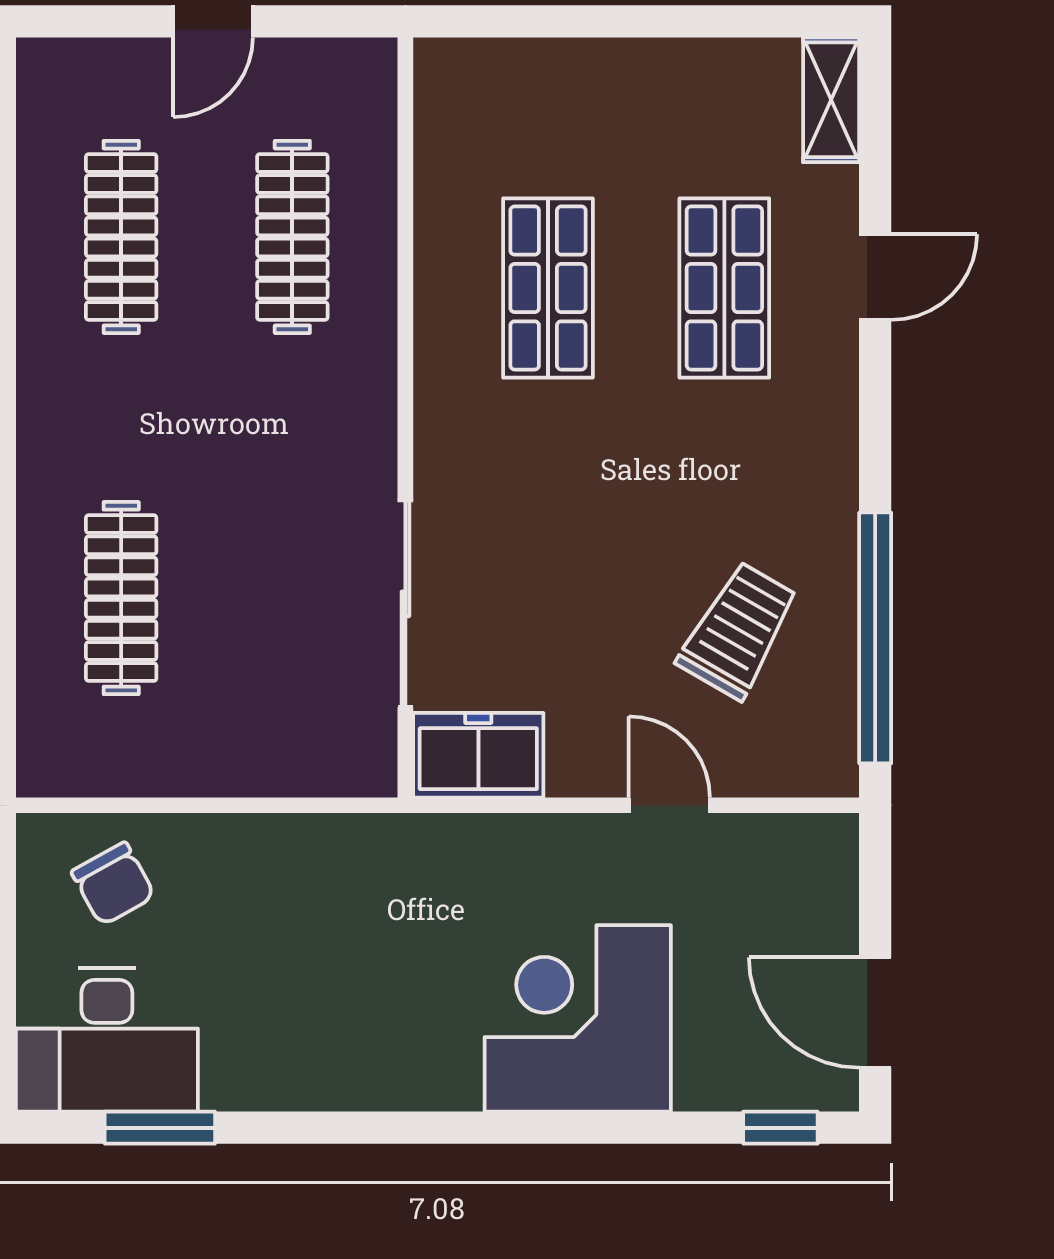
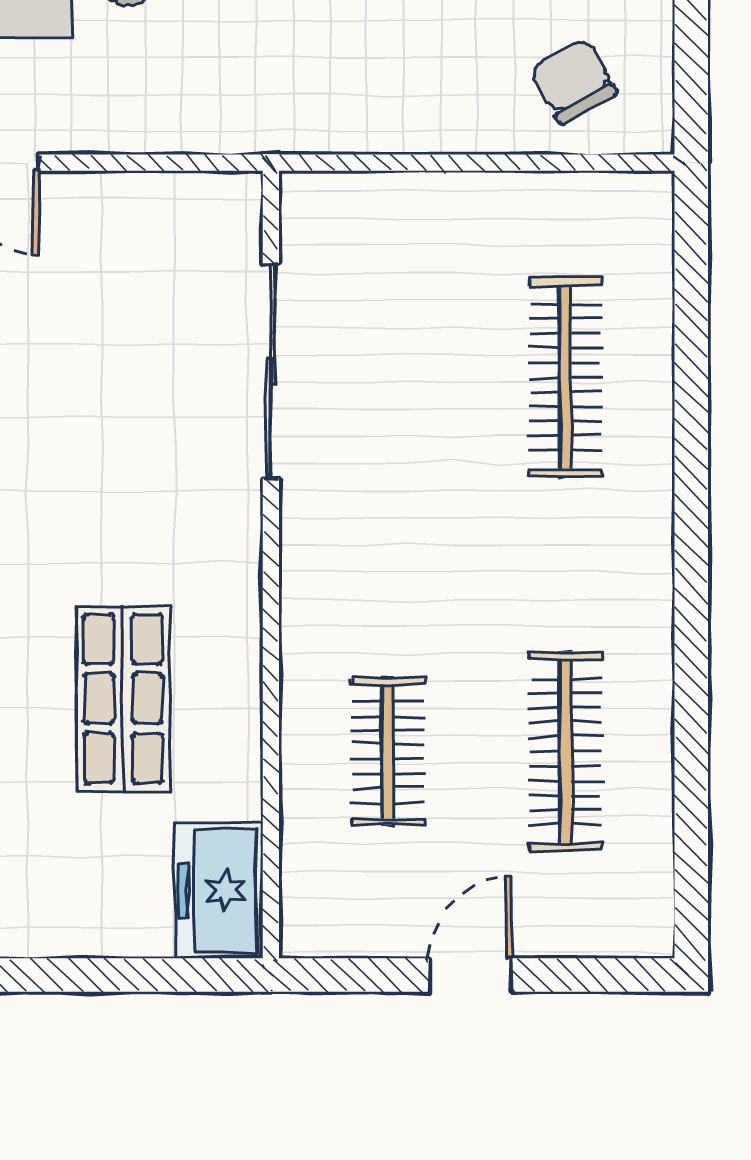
clothes rail: (292, 237) -> (388, 752), width x0.73
freezer: (478, 755) -> (219, 891), moved, turned 90

